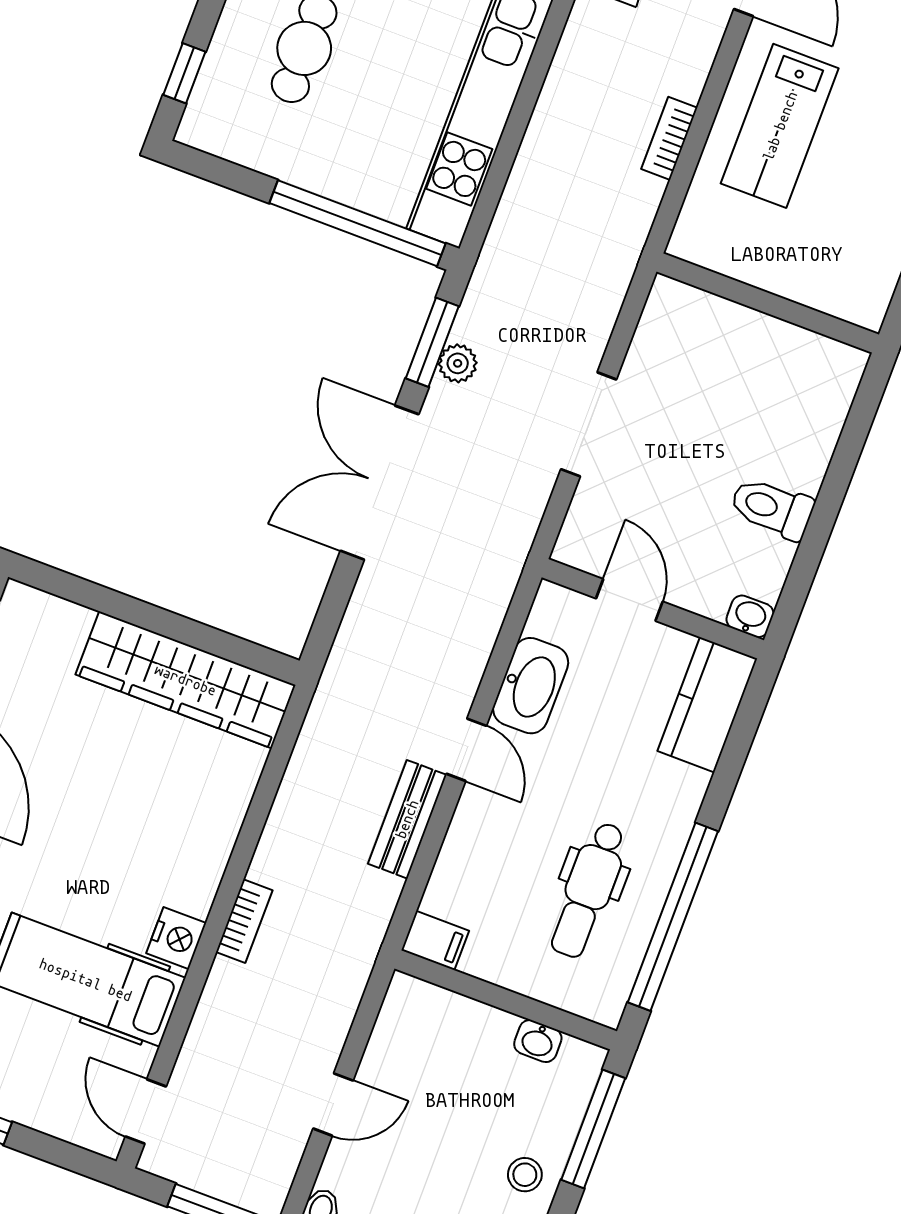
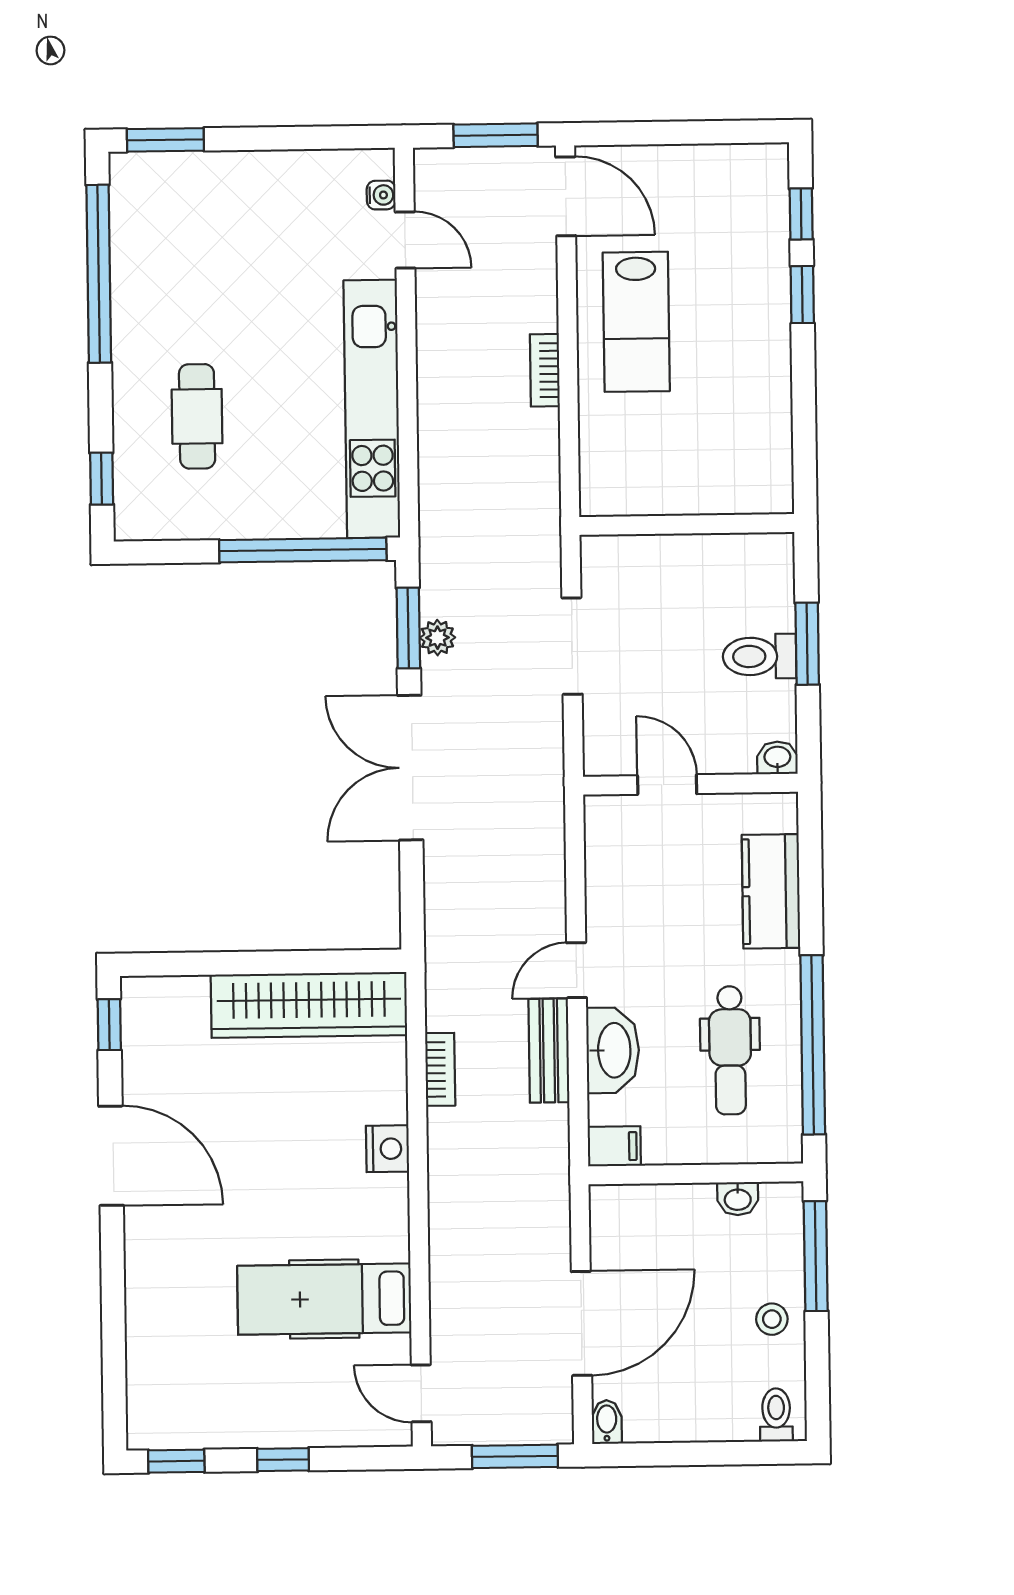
wall: (768, 303) -> (687, 525), moved
window: (824, 514) -> (807, 644), added
washbasin: (531, 686) -> (613, 1050), moved
kitchen counter: (707, 705) -> (771, 891), moved
door: (466, 750) -> (577, 970), swing flipped
bookcase: (244, 921) -> (440, 1069), moved
nightstand: (176, 938) -> (388, 1149), moved
door: (333, 1104) -> (581, 1323), width x1.88

